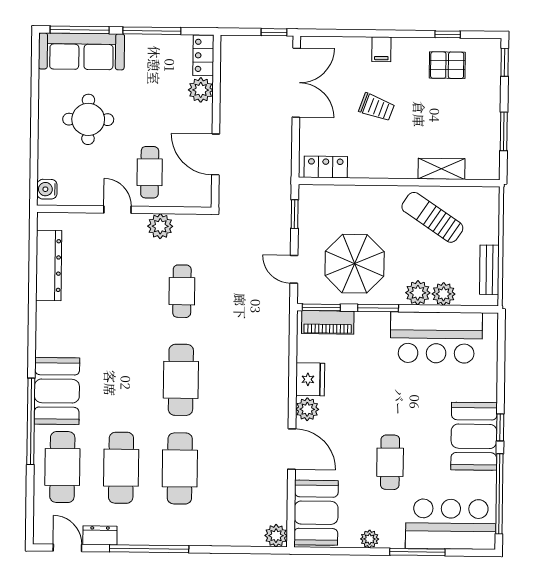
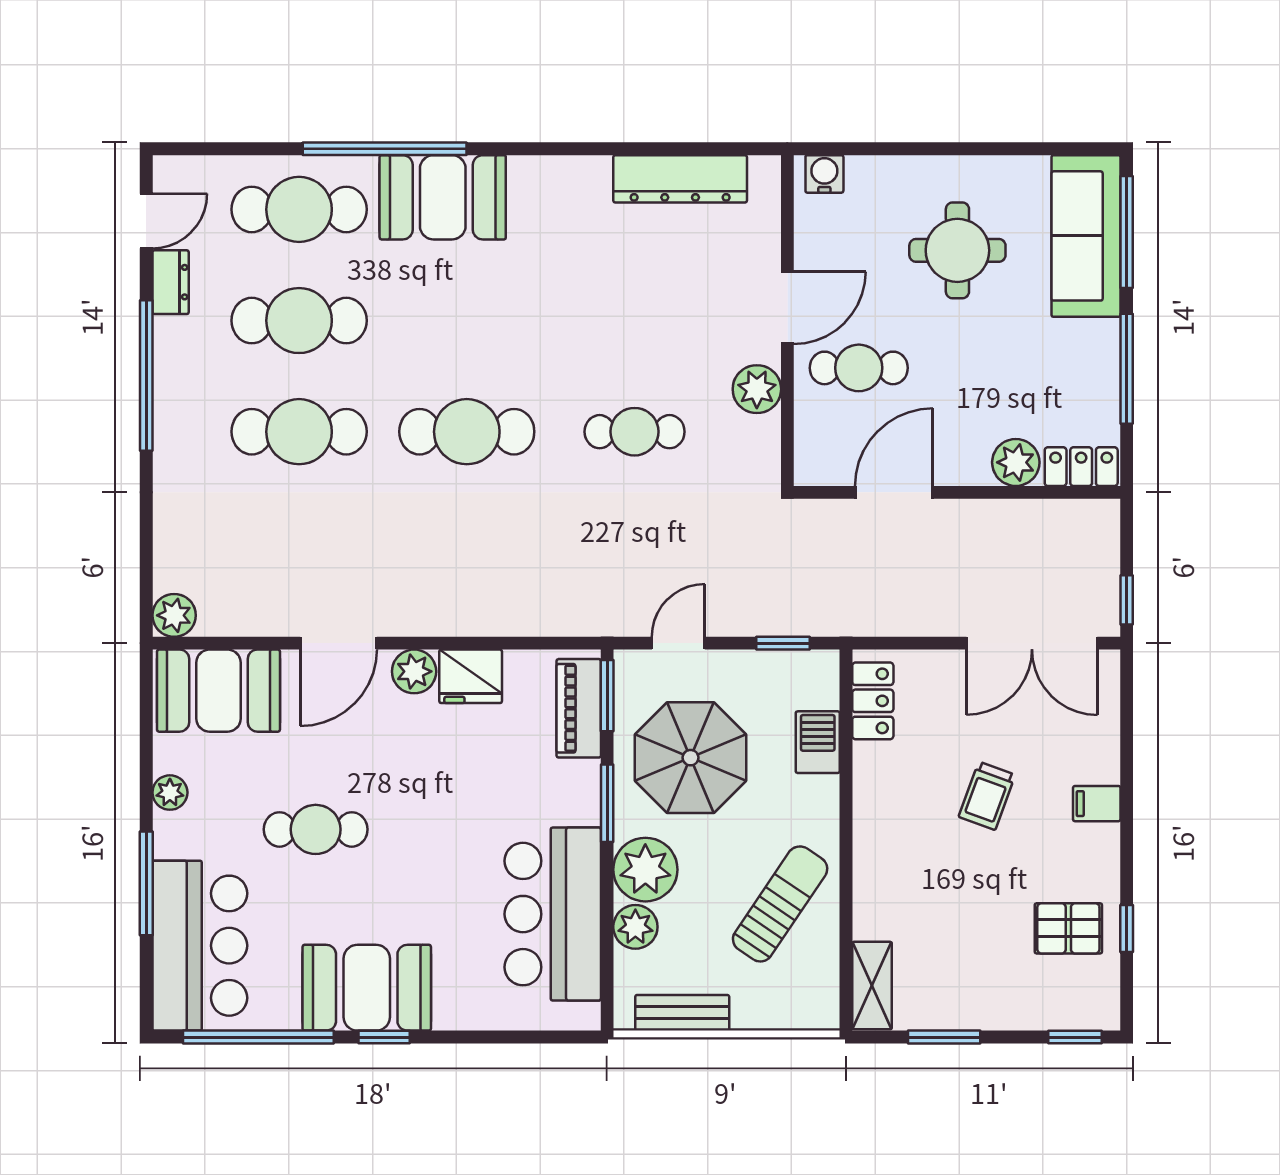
pallet: (447, 65) -> (1068, 928), turned 90
shelving: (441, 169) -> (872, 986), moved
barbecue: (347, 196) -> (818, 742), added
door: (118, 210) -> (787, 308), width x1.38
plant: (418, 293) -> (645, 870), width x1.36, depth x1.36

